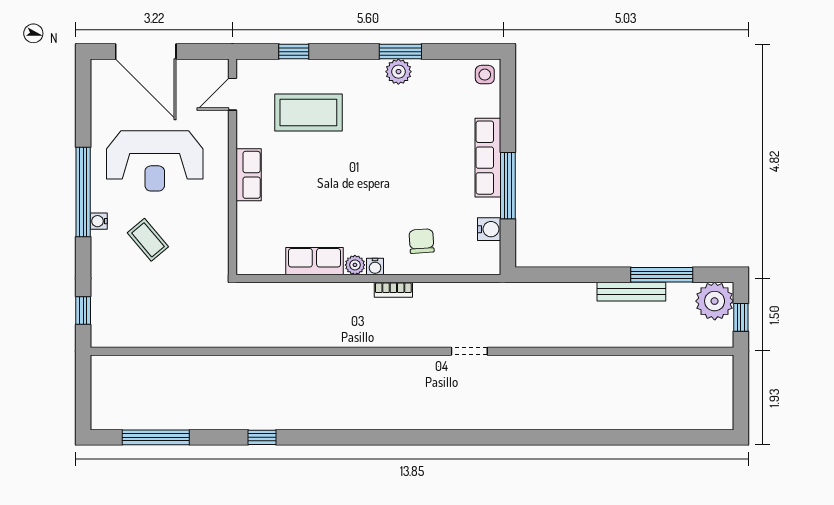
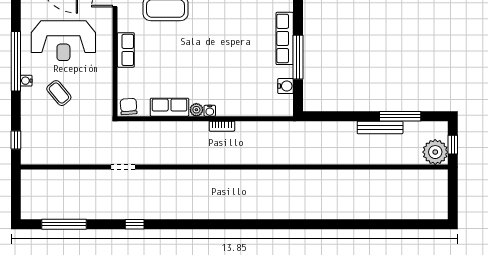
chair: (422, 241) -> (129, 106), moved
plant: (715, 301) -> (435, 152), moved
doorway: (469, 351) -> (123, 167), moved

